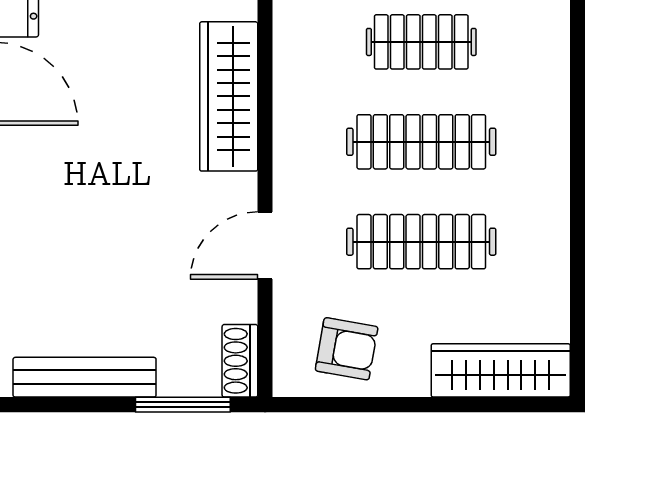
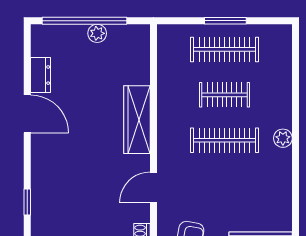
plant: (550, 137) -> (283, 138), added
clothes rail: (421, 242) -> (224, 186), removed

